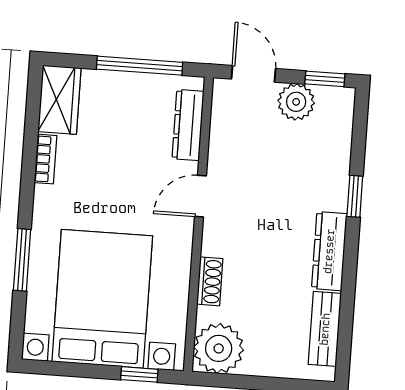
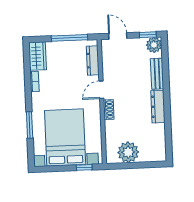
plant: (296, 102) -> (154, 45), moved
window: (355, 196) -> (166, 82), removed
shoe rack: (210, 281) -> (109, 110), moved
bench: (325, 329) -> (157, 74), moved
plant: (219, 348) -> (128, 152), moved

